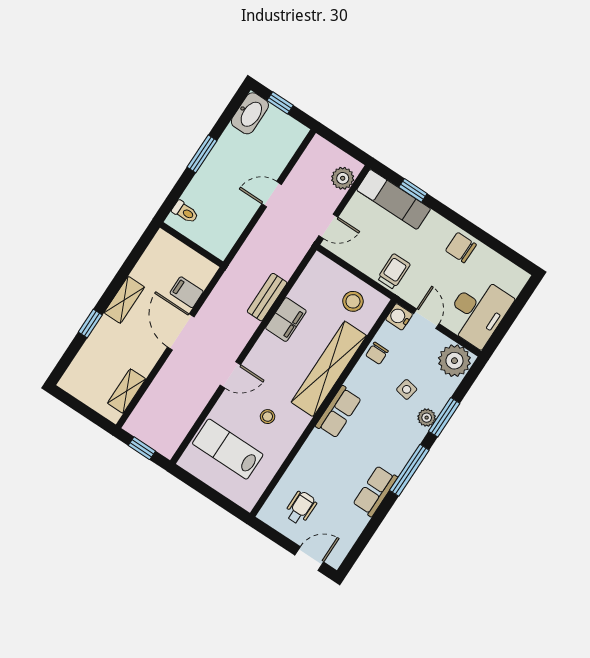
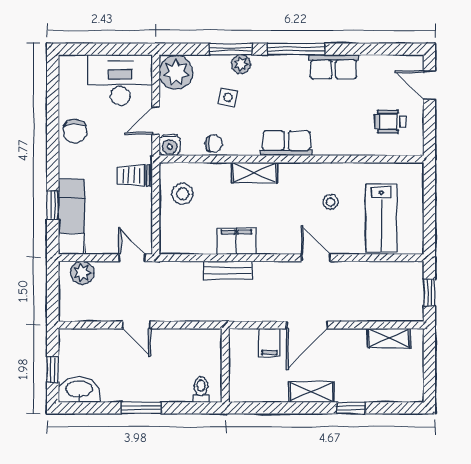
shelving: (329, 369) -> (255, 173), width x0.45, depth x0.75

